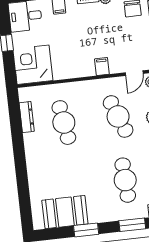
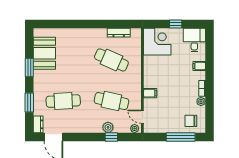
cafe table: (118, 116) -> (111, 101), turned 33
cafe table: (64, 123) -> (111, 60), turned 33

